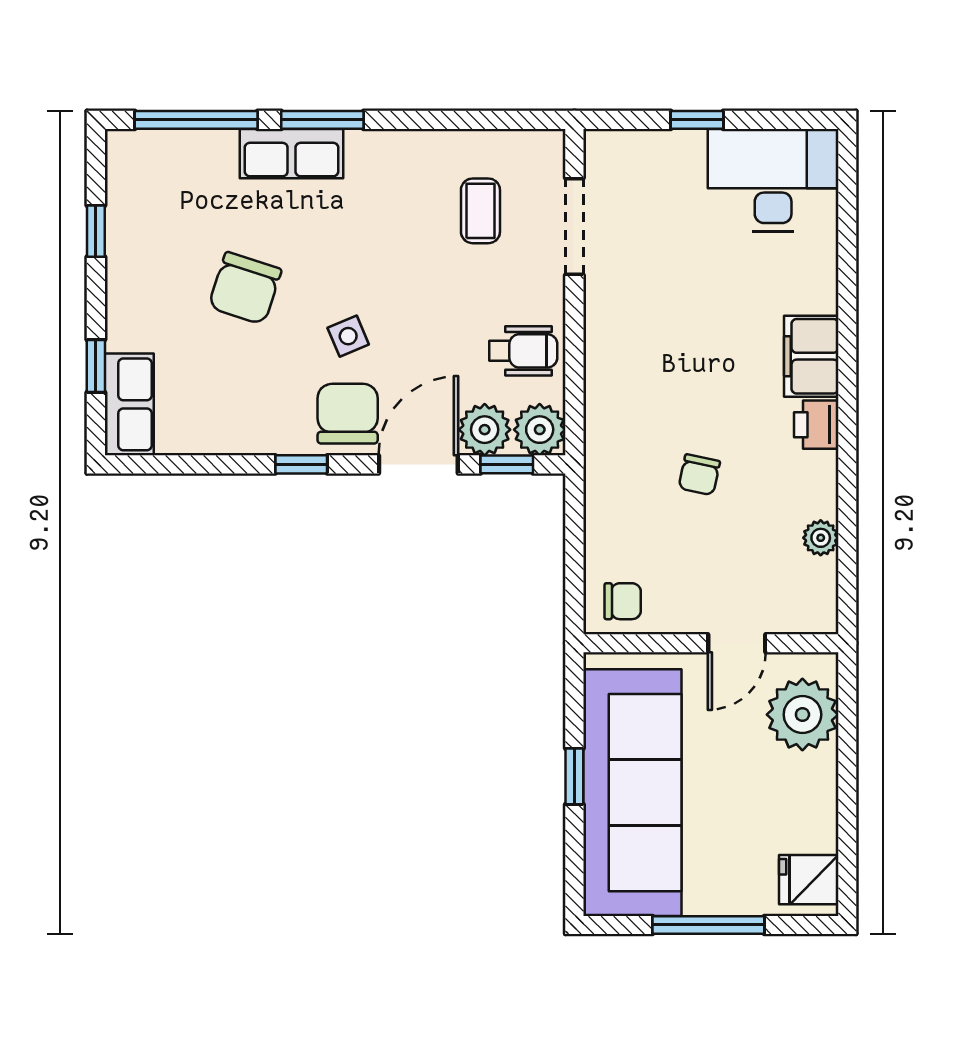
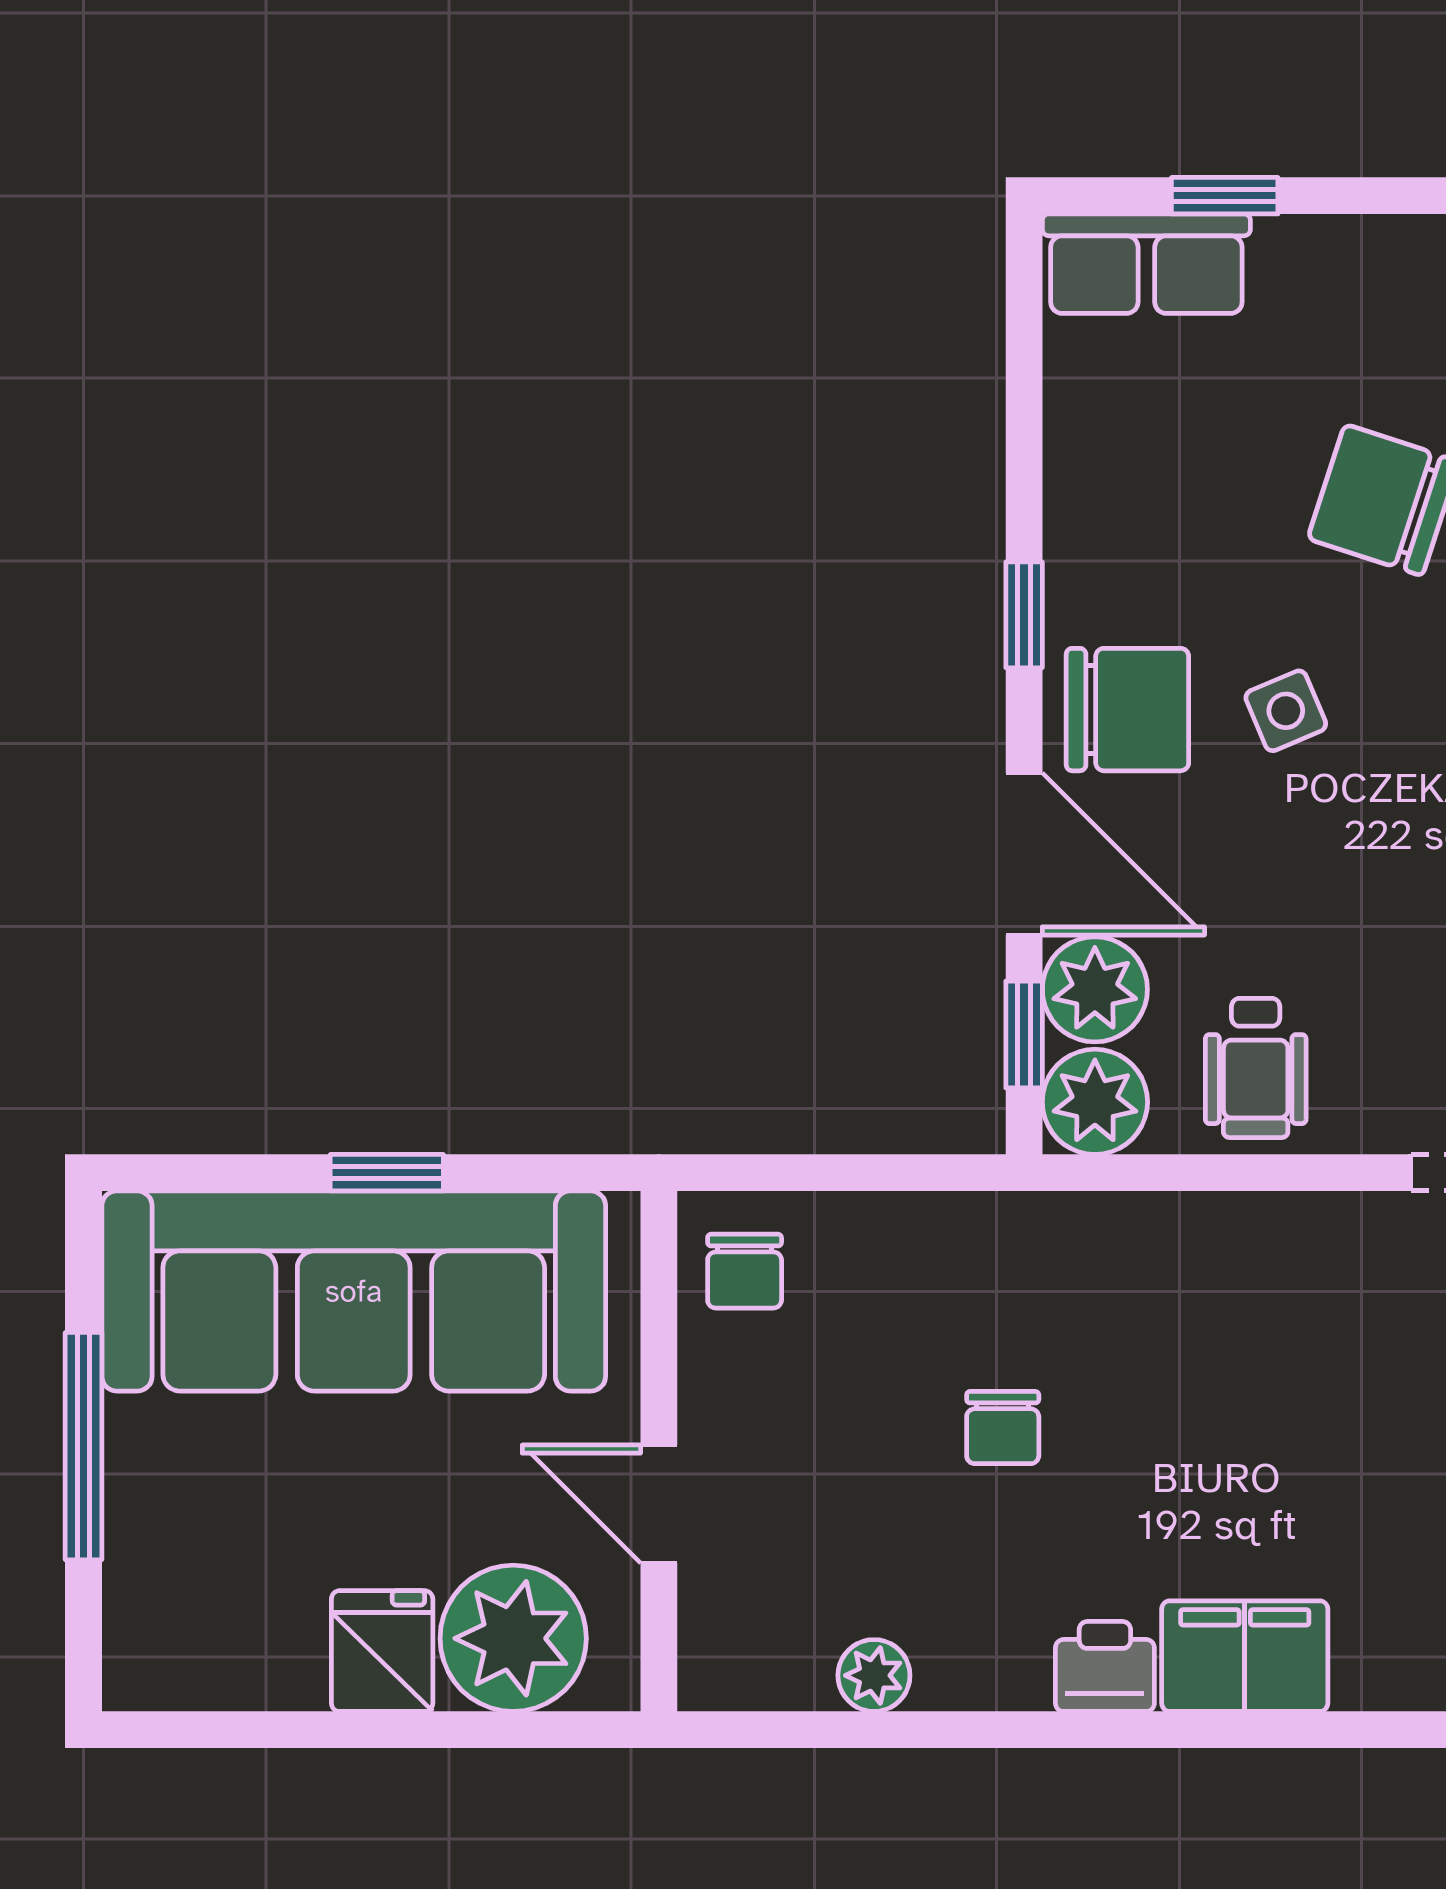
chair: (699, 475) -> (1003, 1428), turned -102
fridge: (809, 880) -> (382, 1651), moved

